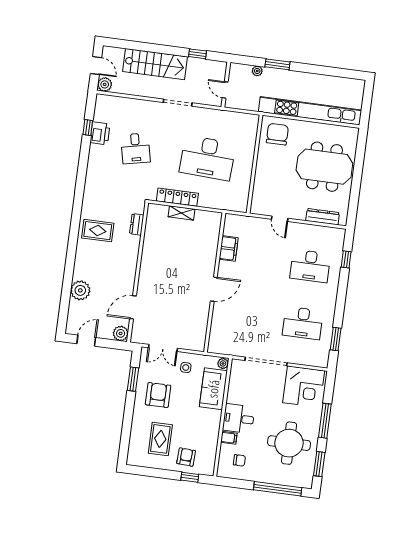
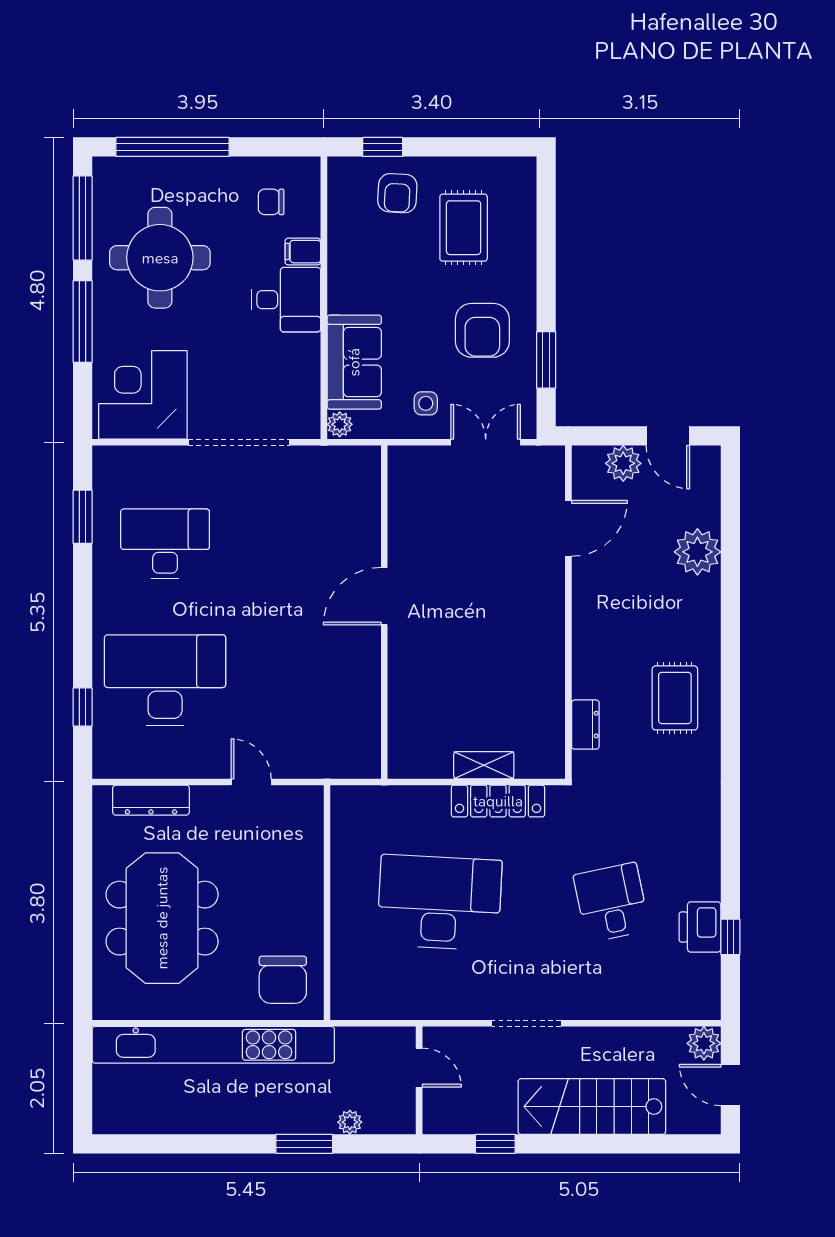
meeting table: (324, 167) -> (162, 918), turned 90
rug: (98, 231) -> (675, 698), turned 90
filing cabinet: (229, 248) -> (362, 696), removed
desk: (310, 266) -> (165, 680), width x1.36, depth x1.30
plant: (121, 333) -> (623, 463), moved
door: (86, 341) -> (668, 436), hinge flipped
window: (319, 464) -> (83, 218), width x1.44

